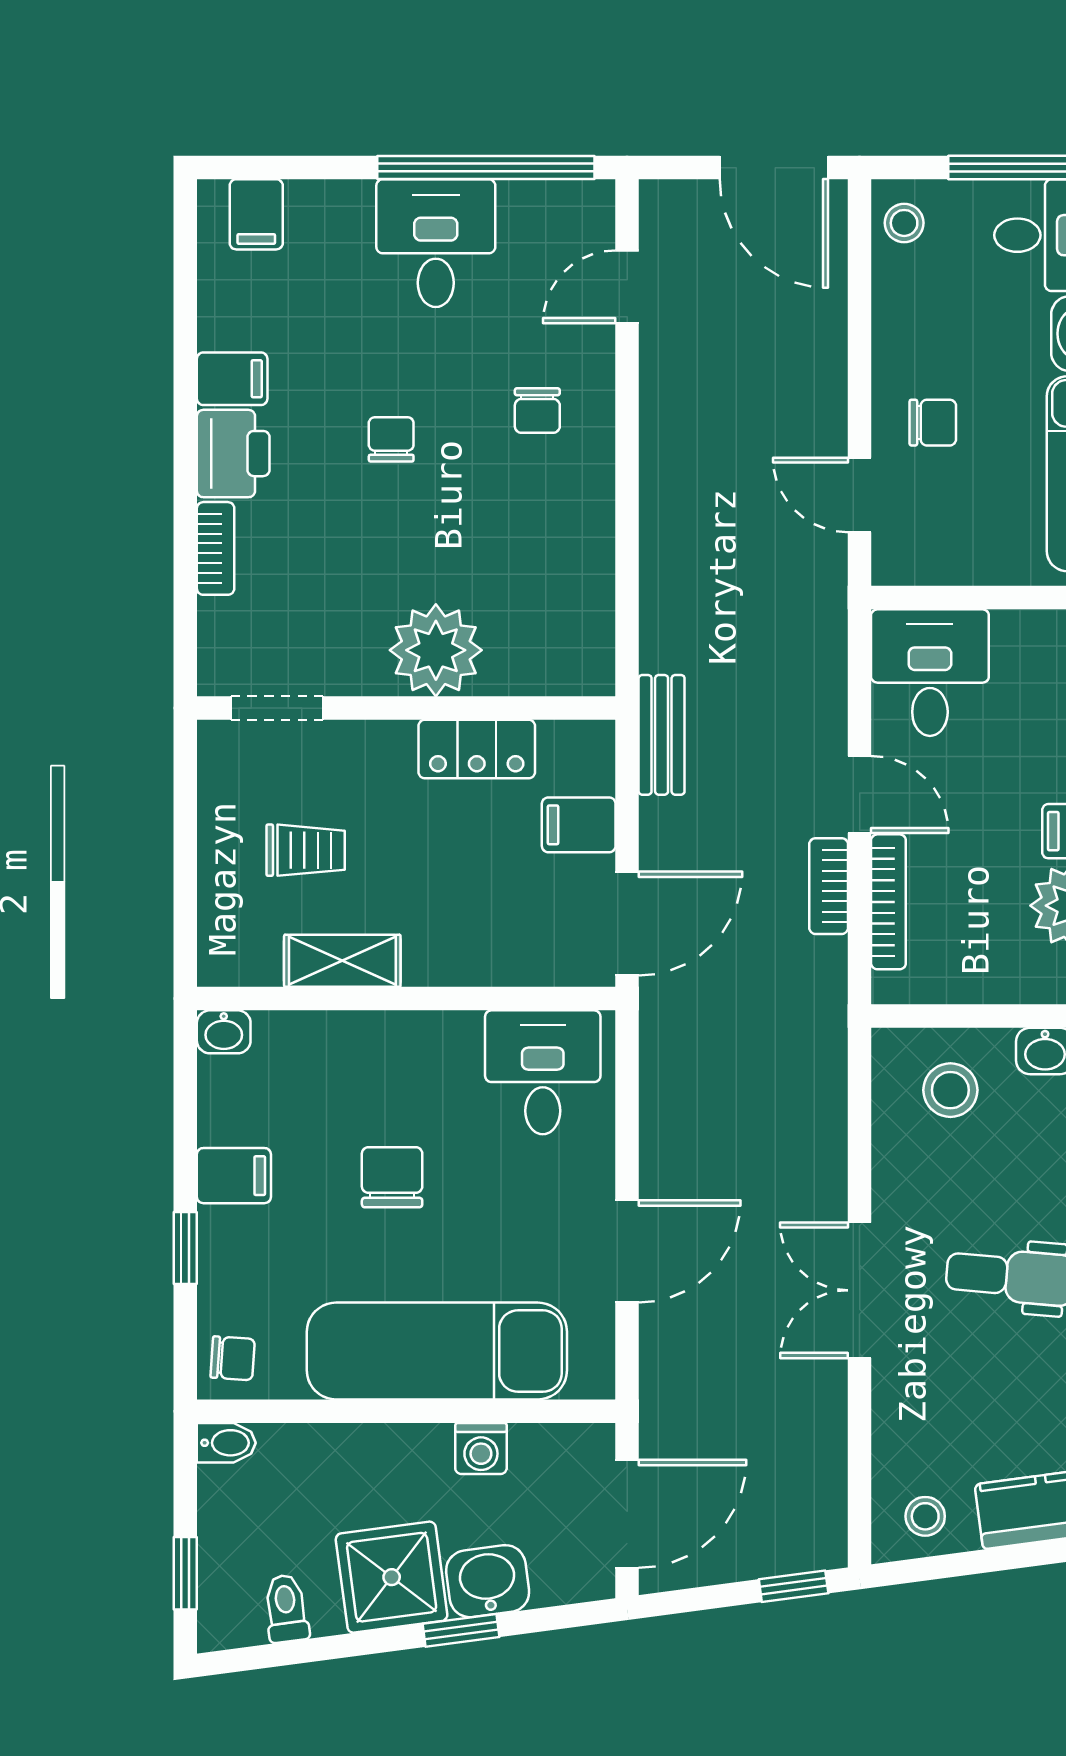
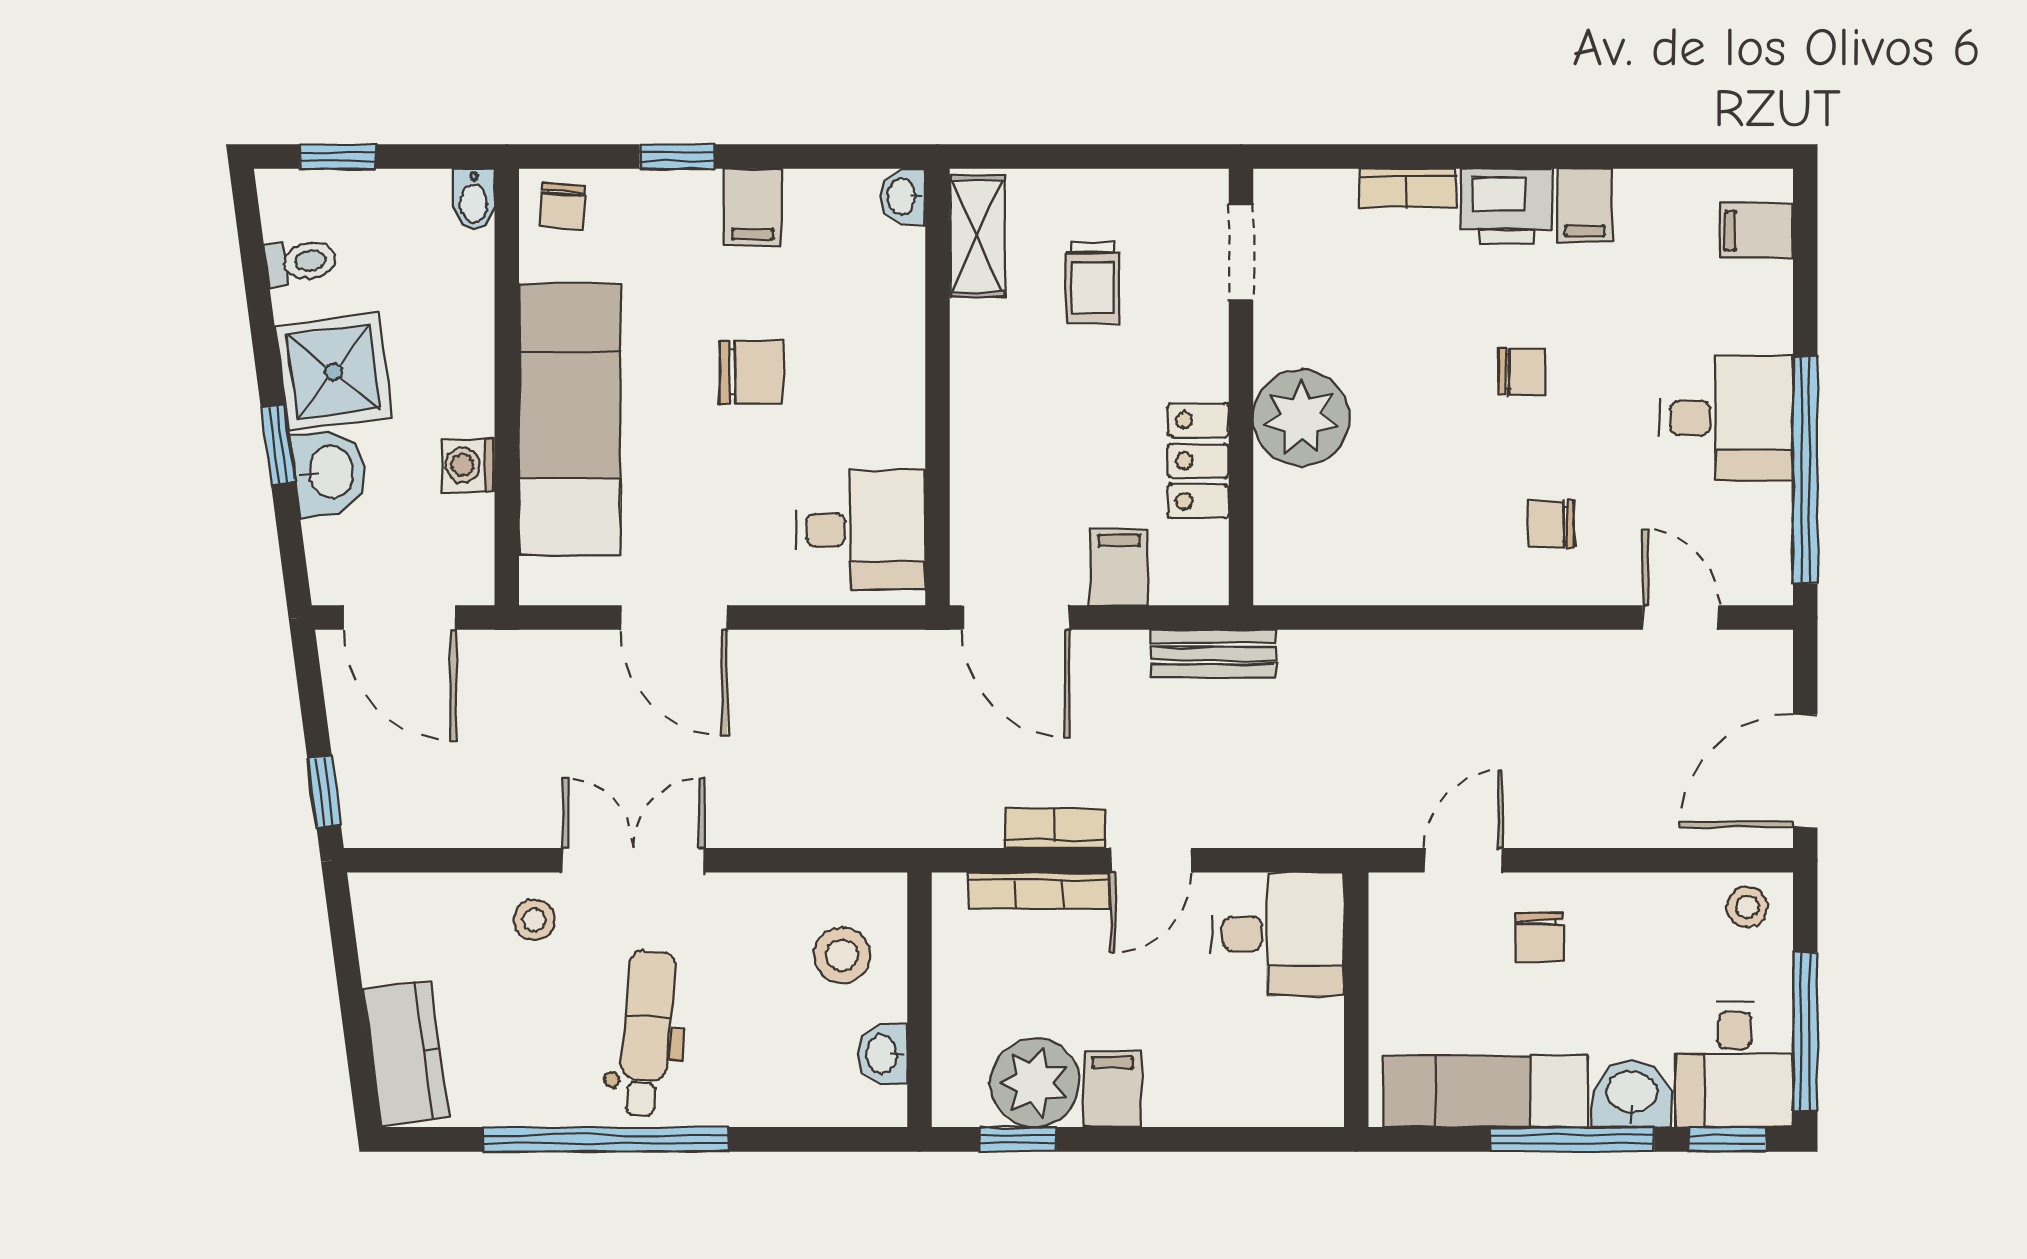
shelving: (342, 961) -> (977, 236), moved
stool: (925, 1516) -> (534, 920), moved

